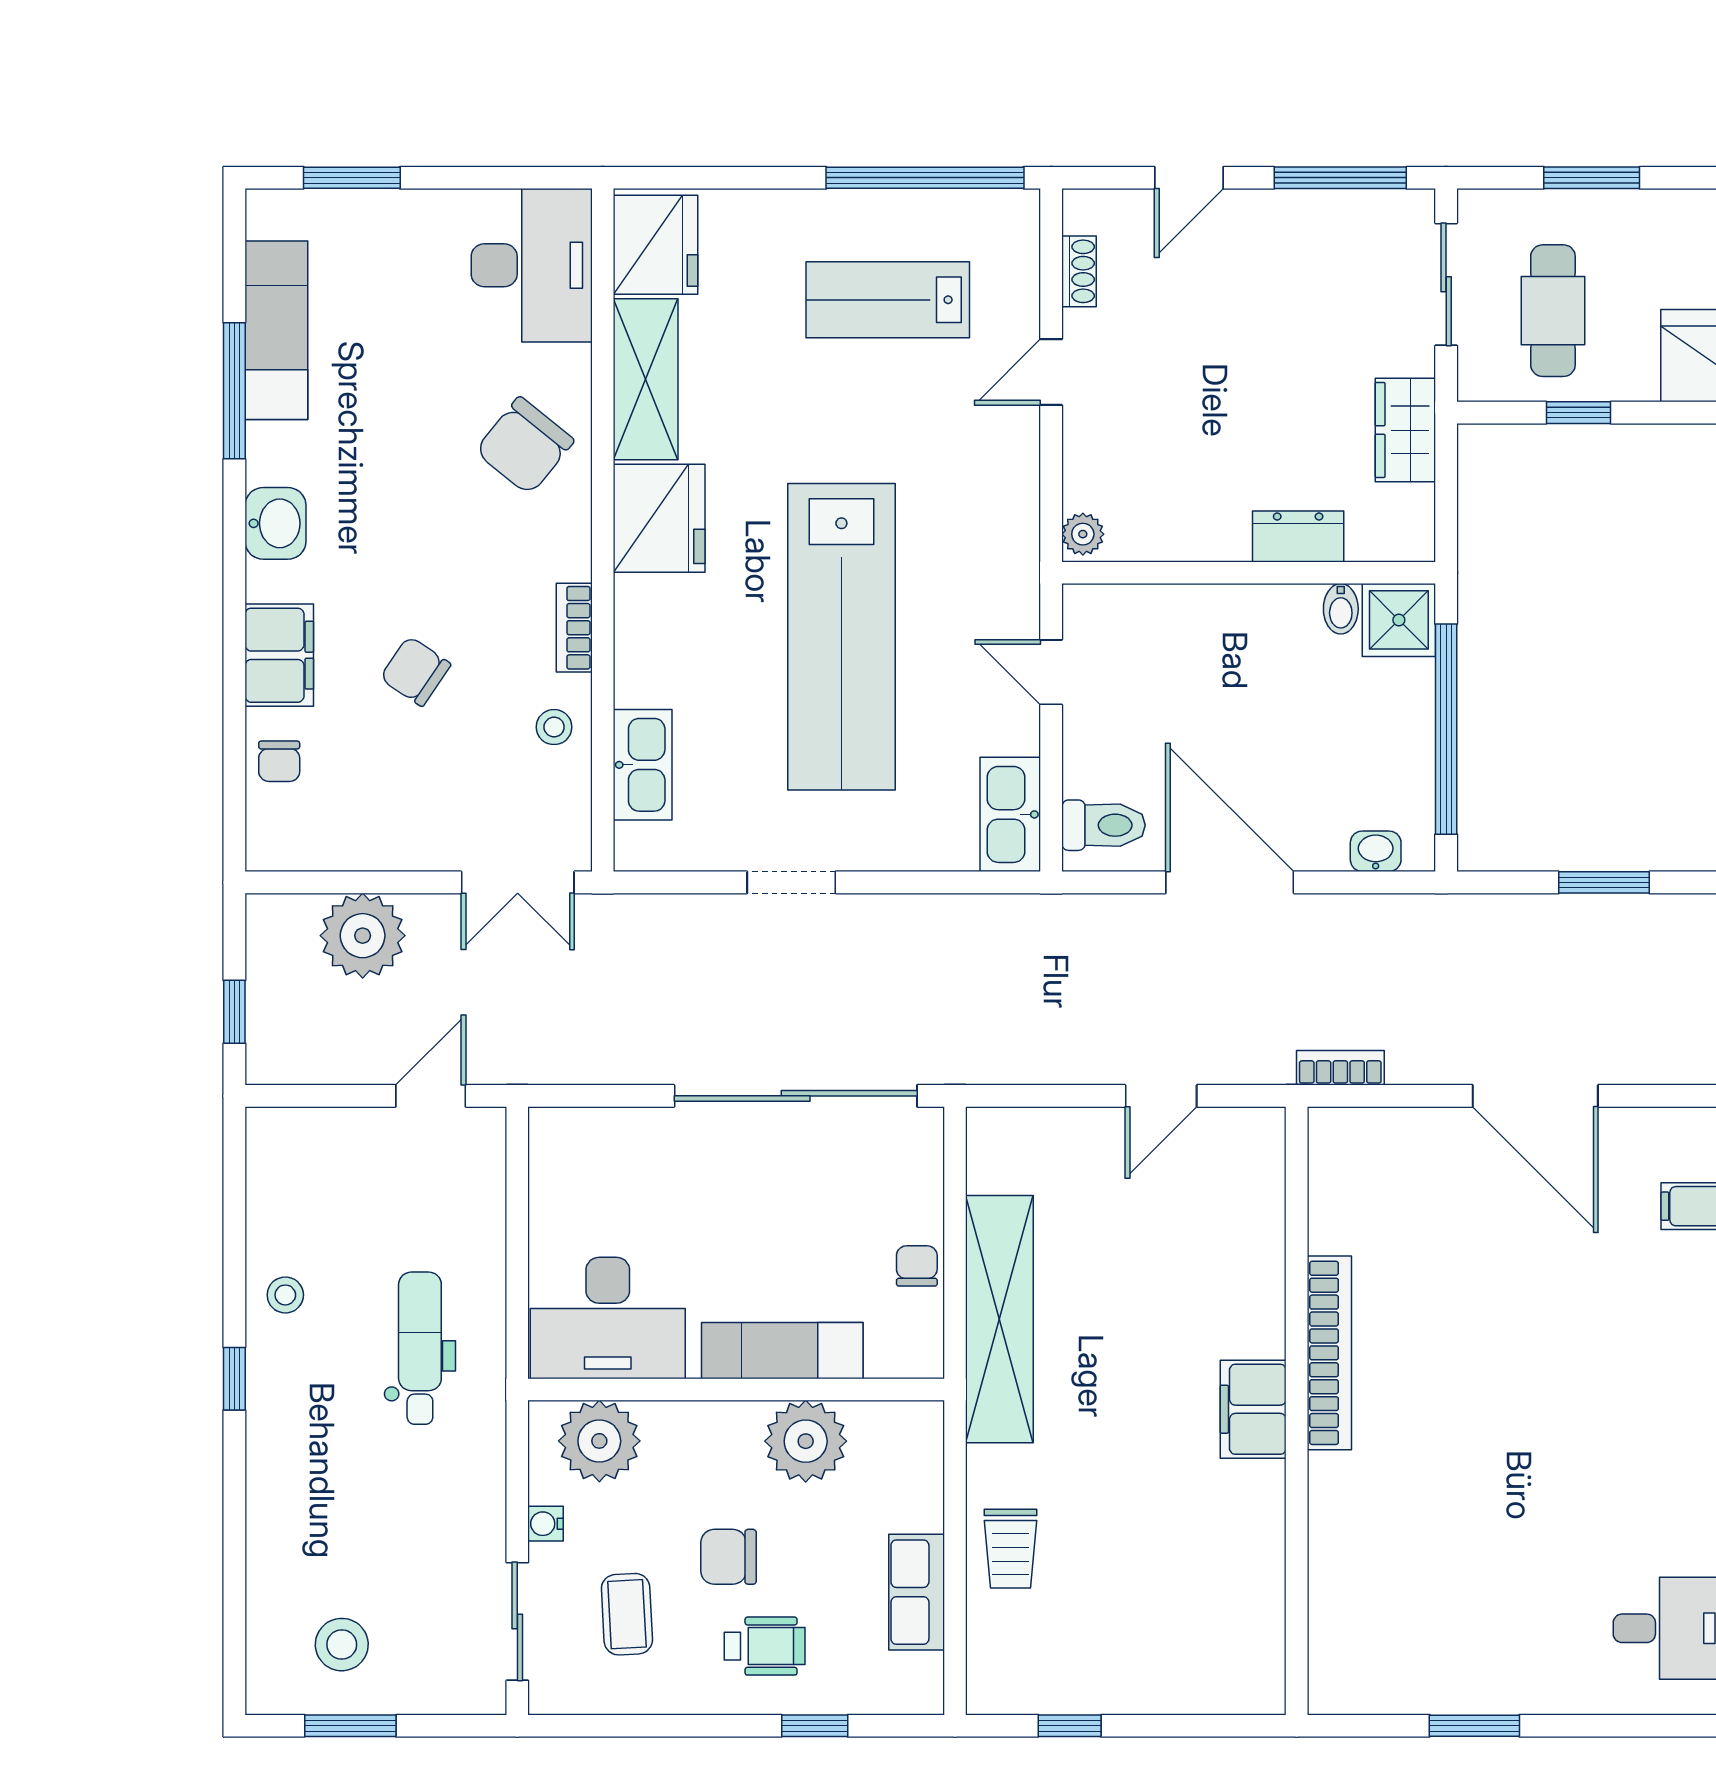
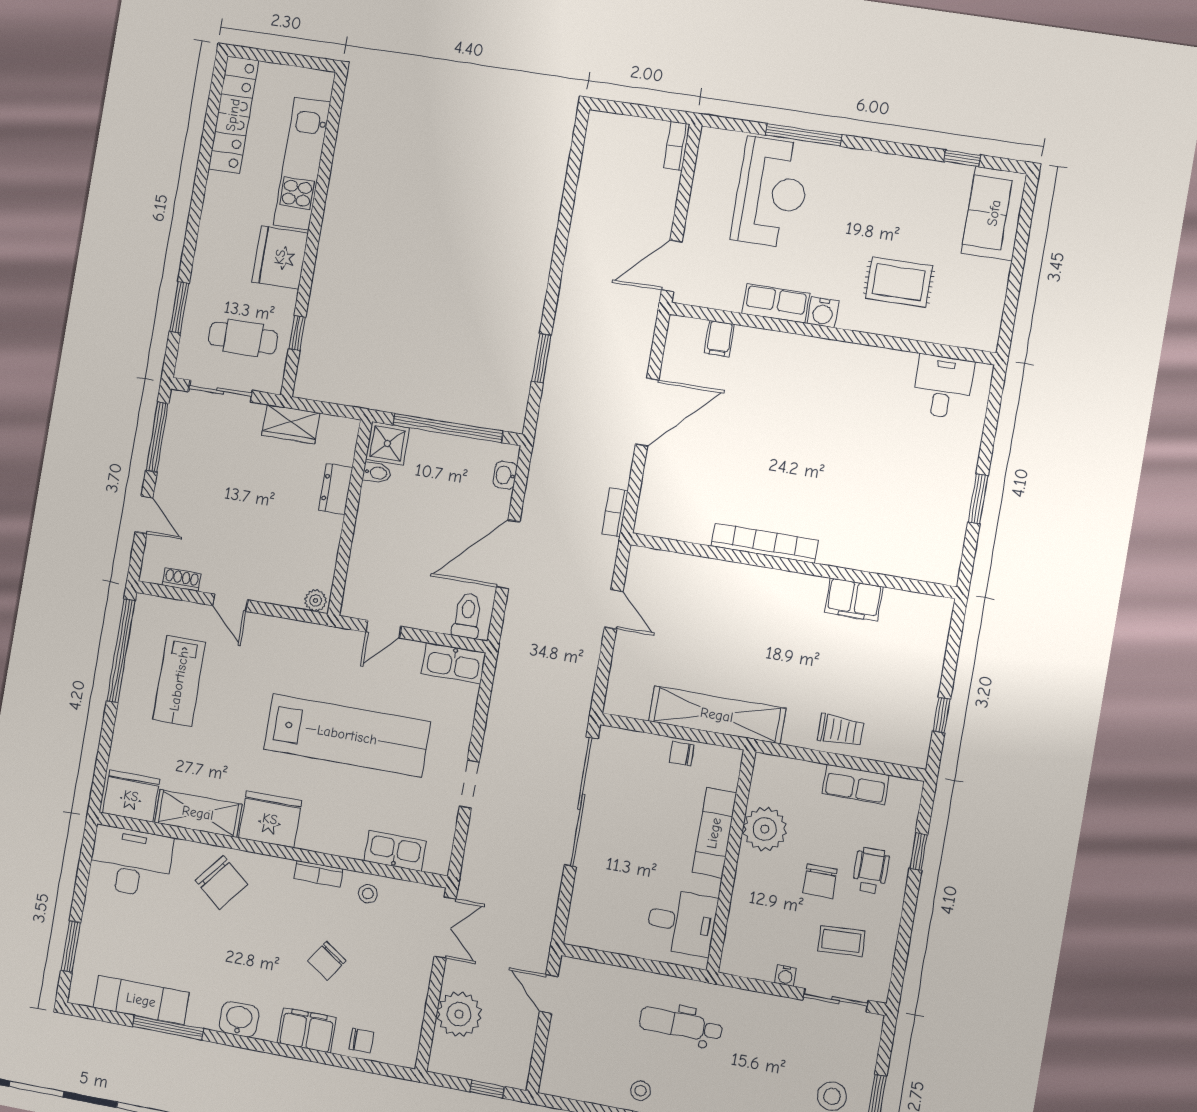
desk: (608, 1318) -> (682, 922), width x0.73
filing cabinet: (1253, 1409) -> (854, 600), moved
plant: (599, 1441) -> (746, 939), removed

